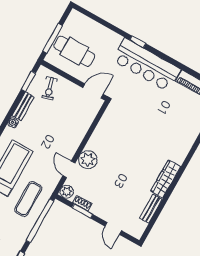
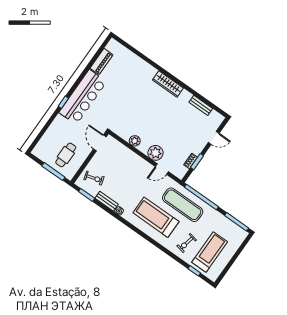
cafe table: (74, 51) -> (66, 155), width x0.73, depth x0.74
wardrobe: (166, 179) -> (168, 84), moved
plant: (67, 192) -> (135, 141), moved
exercise mat: (28, 199) -> (183, 205), width x1.36, depth x1.45

